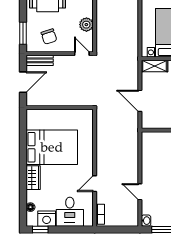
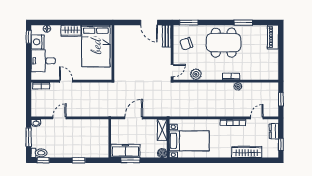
wall: (60, 108) -> (113, 53), moved

